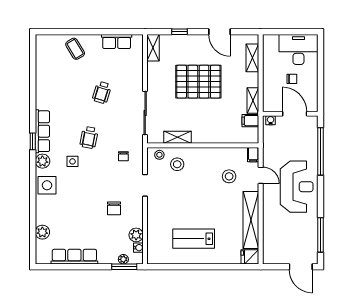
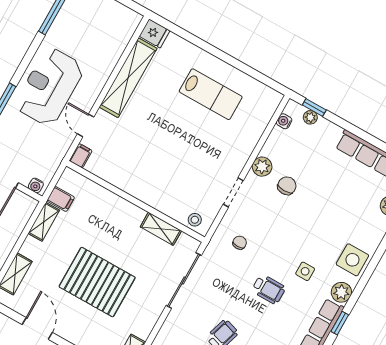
wheelchair: (89, 137) -> (269, 289), turned 79
stool: (177, 164) -> (180, 196), removed
stool: (229, 176) -> (125, 146), removed
plant: (136, 235) -> (262, 167), moved
window: (124, 267) -> (314, 108), width x0.67

